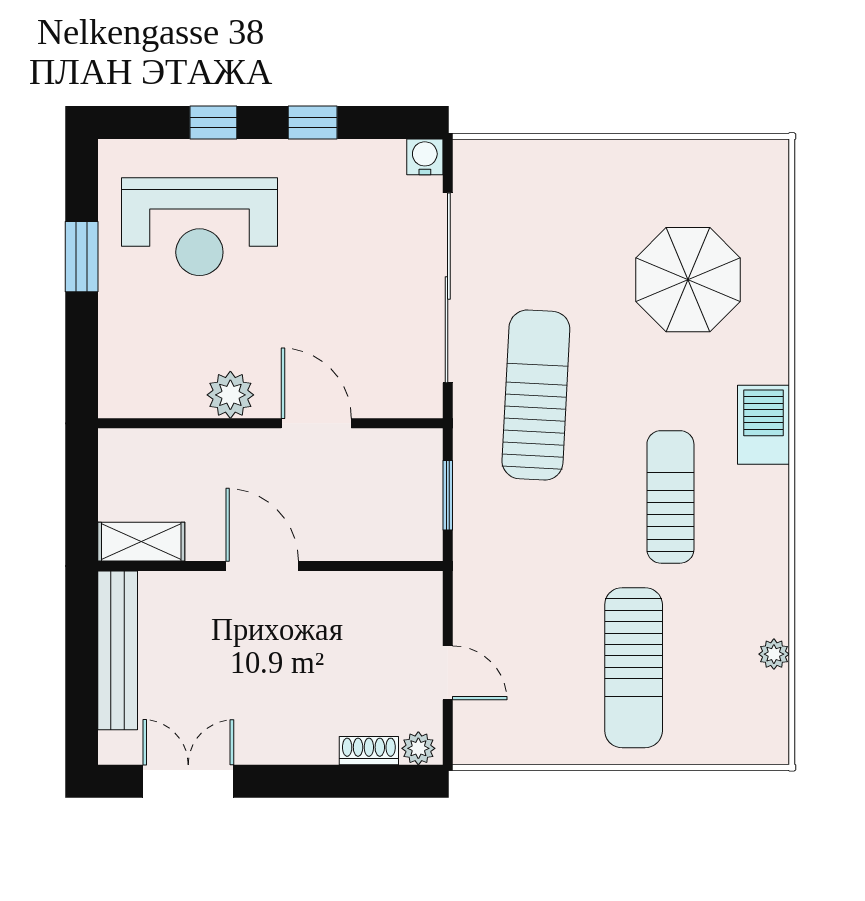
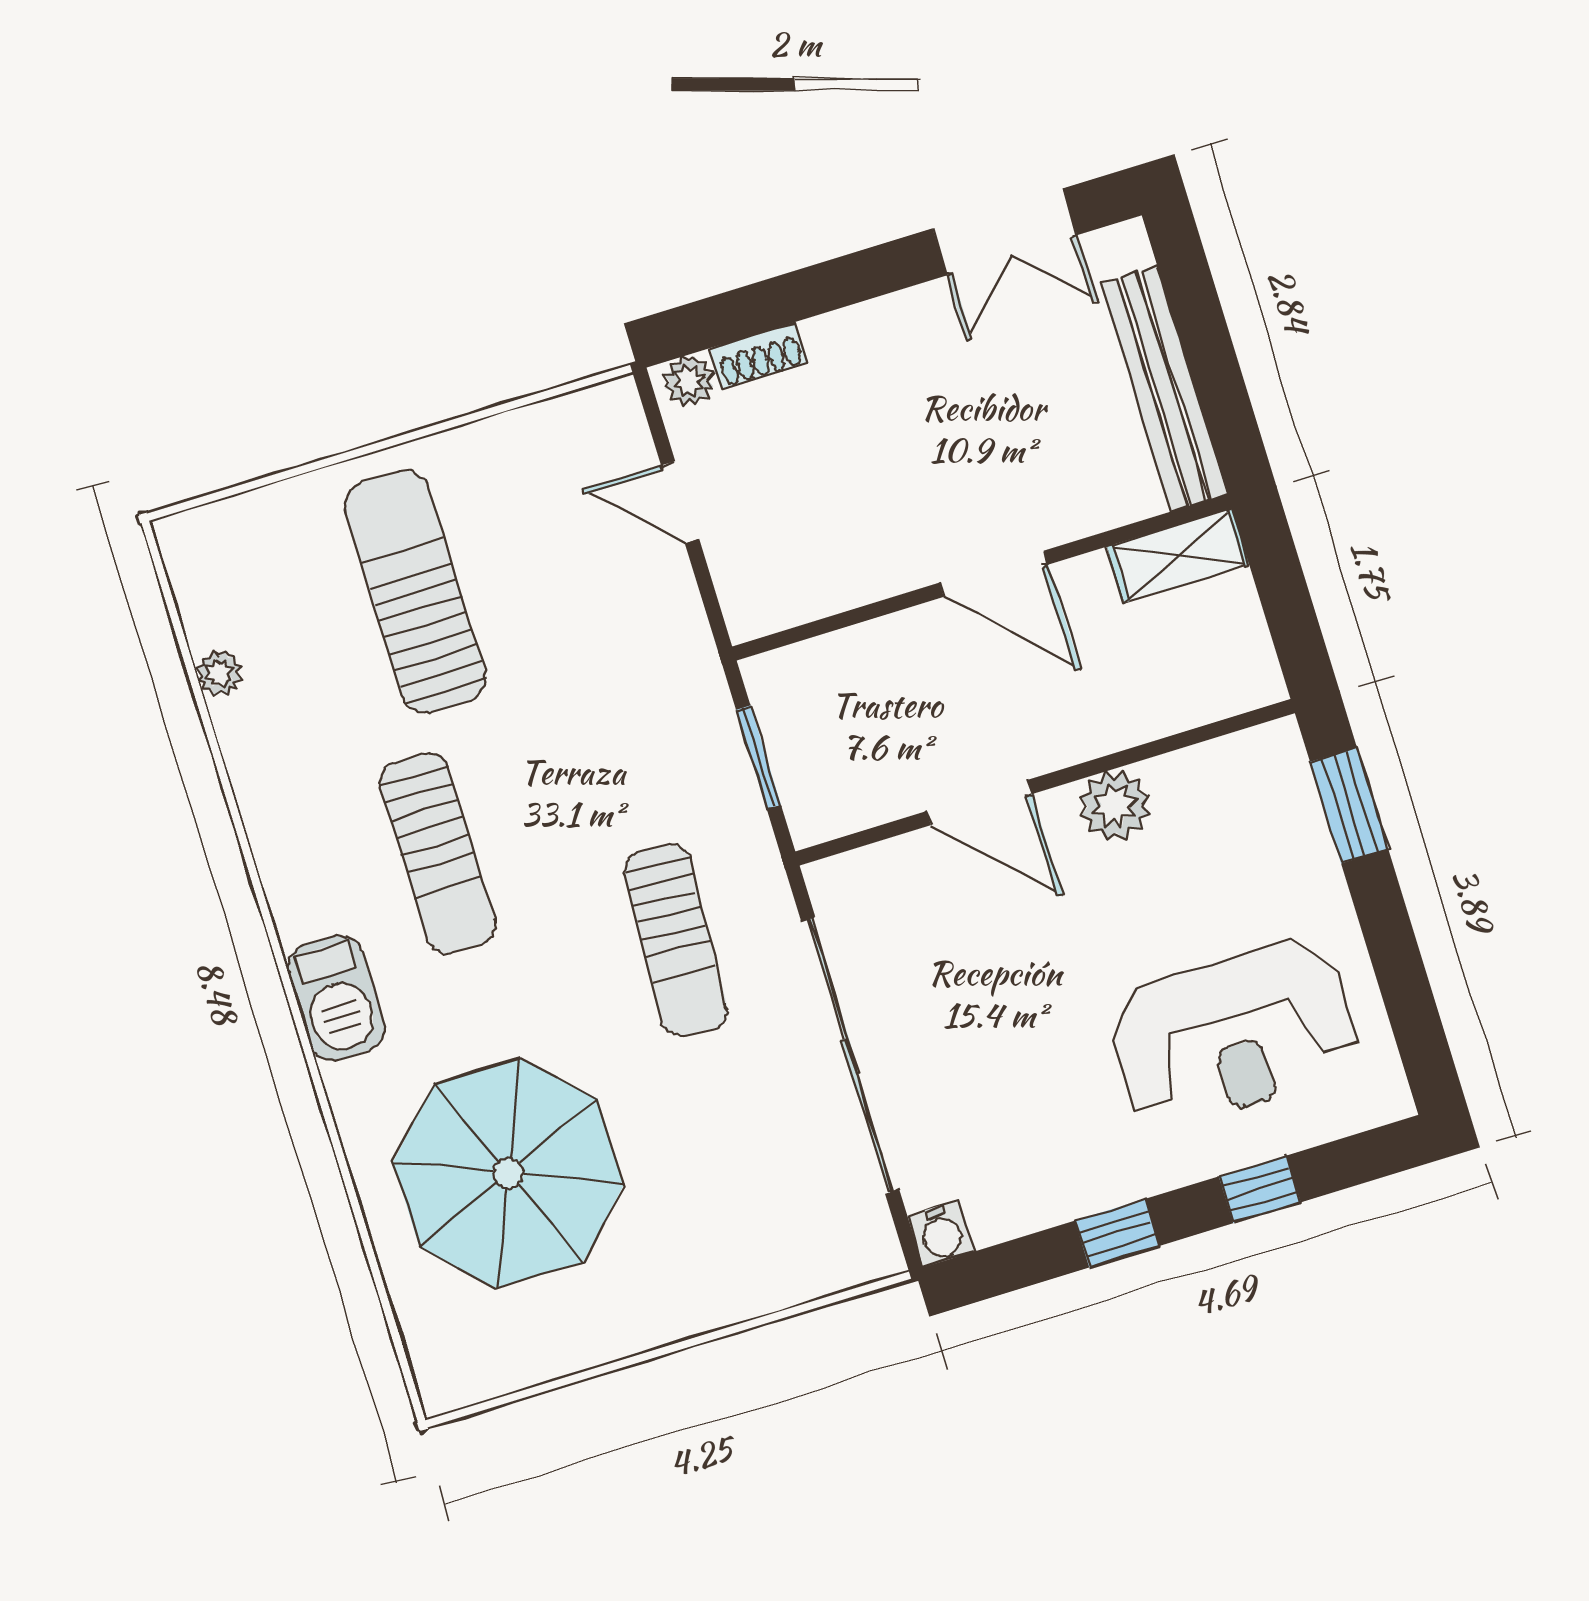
reception desk: (199, 227) -> (1234, 1033), turned 180
window: (82, 257) -> (1349, 805), moved
parasol: (688, 280) -> (509, 1173), width x1.36, depth x1.36
sun lounger: (536, 395) -> (676, 940), width x0.73, depth x0.75

